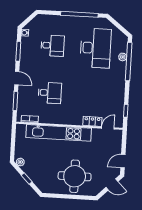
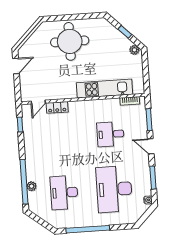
desk: (53, 46) -> (114, 189), width x1.87, depth x1.30
desk: (95, 48) -> (64, 193), width x0.73, depth x0.77
kitchen unit: (59, 133) -> (104, 89), width x0.73
door: (112, 184) -> (25, 37), removed

